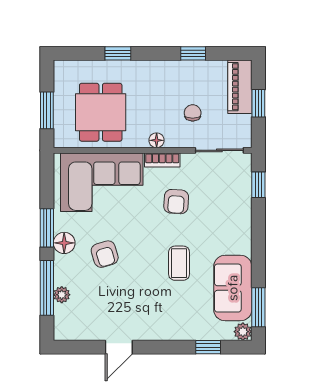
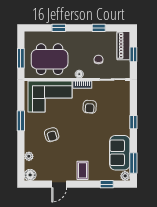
dining table: (101, 112) -> (50, 59), width x1.38
window: (258, 185) -> (133, 122), moved
floor lamp: (64, 243) -> (30, 175), moved
coffee table: (179, 263) -> (82, 170), moved
window: (47, 288) -> (21, 153), removed

